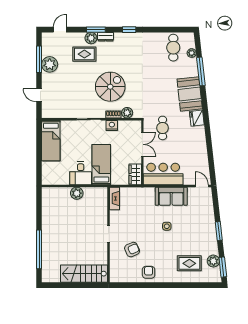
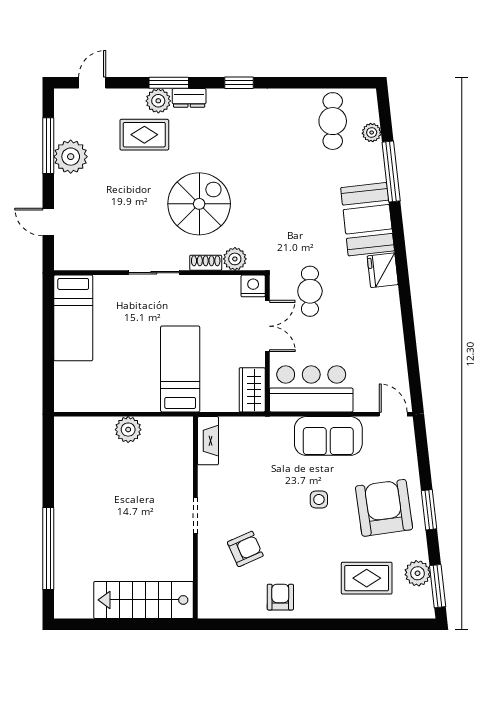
nightstand: (112, 125) -> (253, 286), moved
desk: (81, 173) -> (136, 388), removed
armchair: (197, 230) -> (384, 508), added

